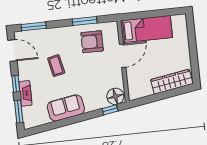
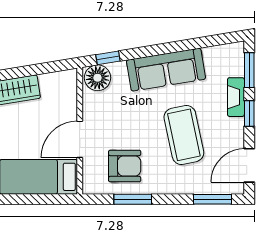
door: (12, 50) -> (249, 165), hinge flipped
coffee table: (56, 66) -> (184, 135), width x1.86, depth x1.72
sofa: (66, 108) -> (166, 70), width x1.36

